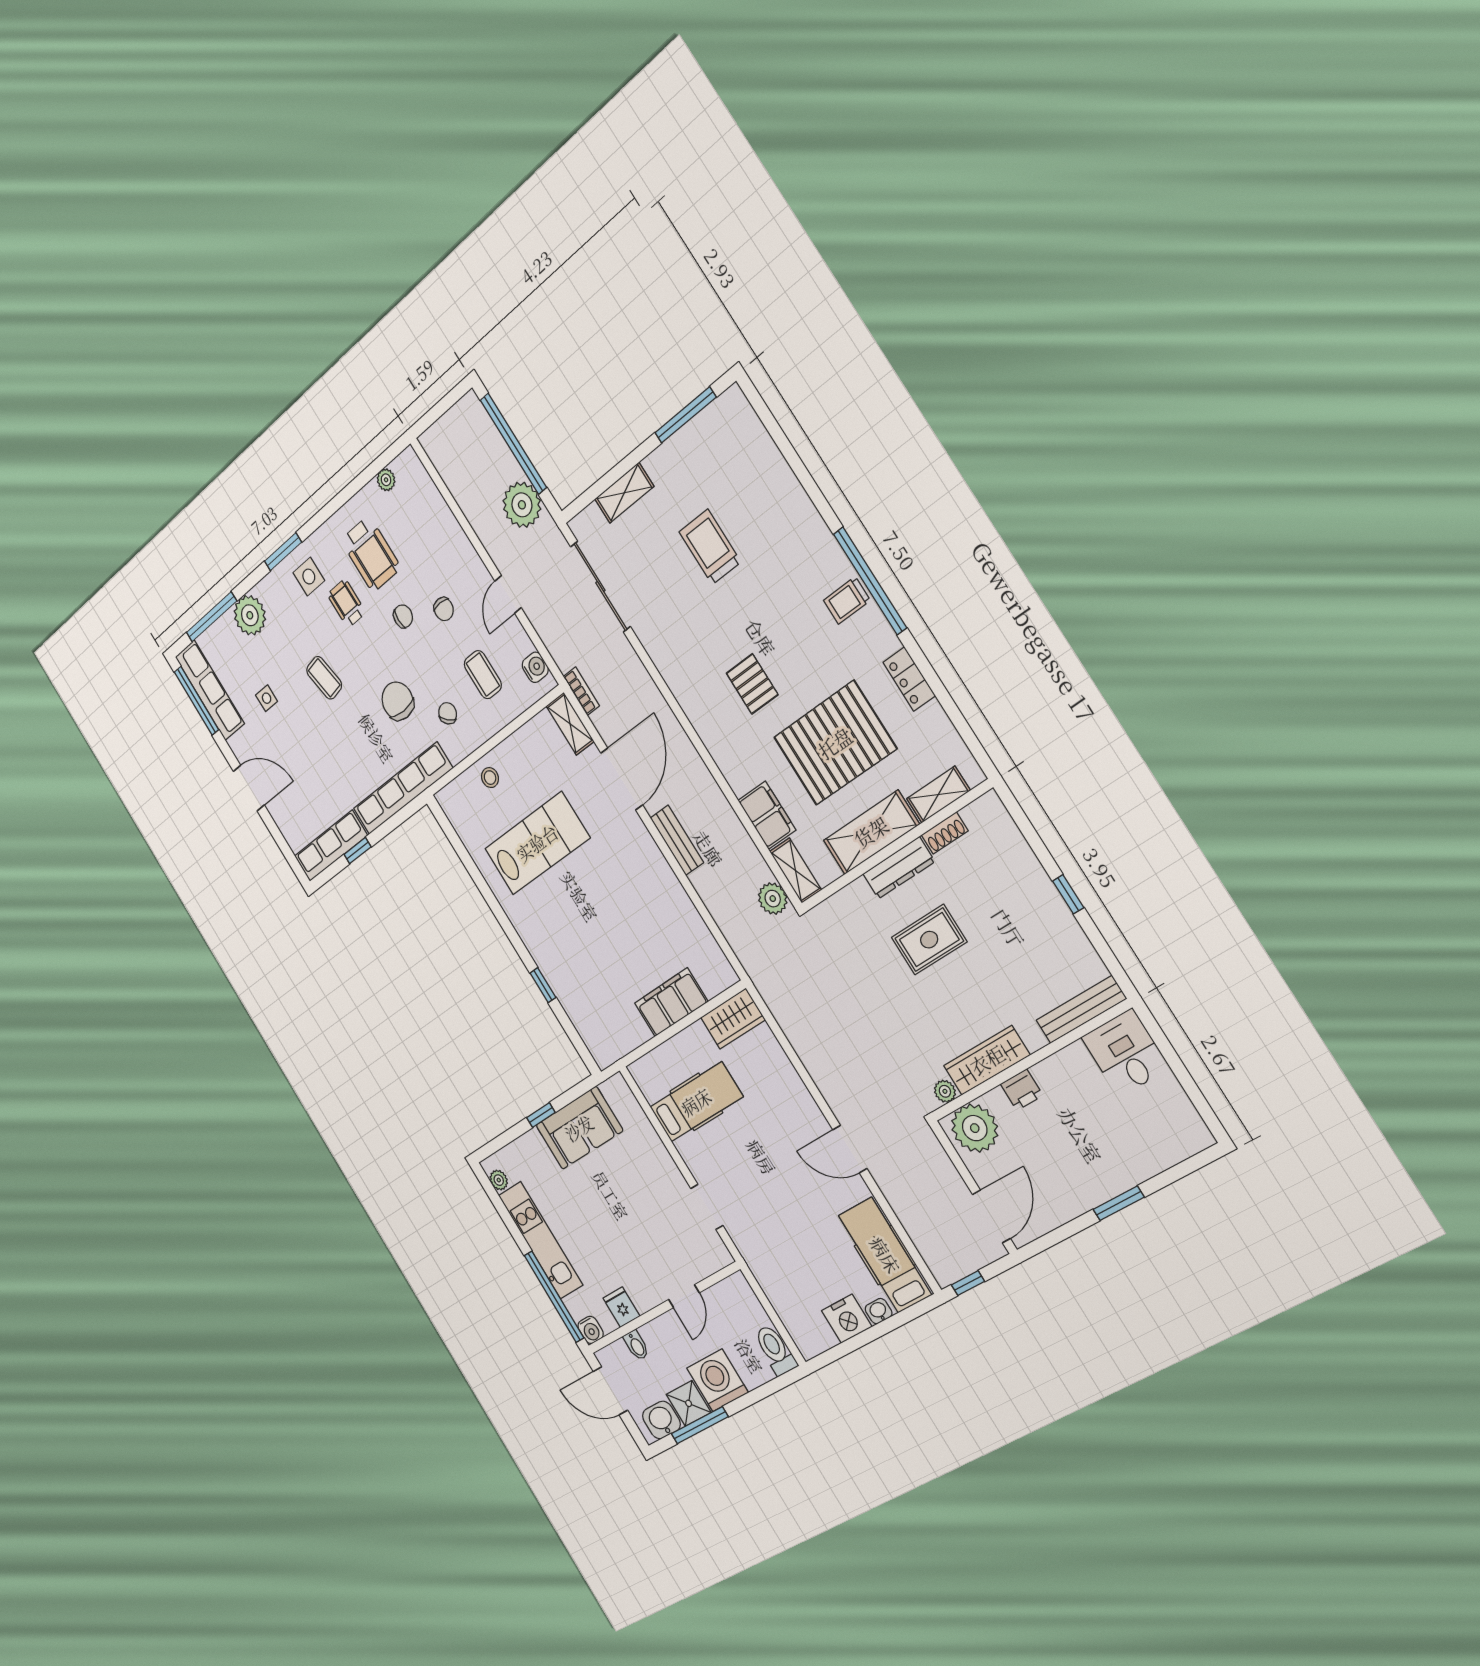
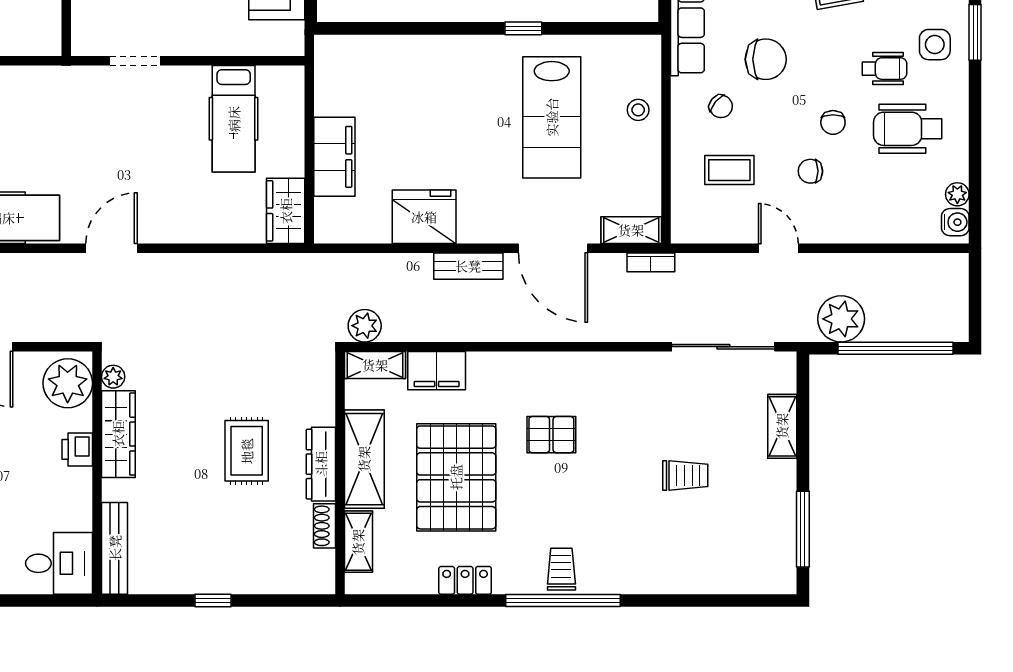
trolley: (710, 547) -> (685, 475), width x0.73, depth x0.72
water cooler: (535, 667) -> (955, 222), moved, turned -90
fridge: (666, 901) -> (424, 217), added
window: (543, 985) -> (523, 28), moved

